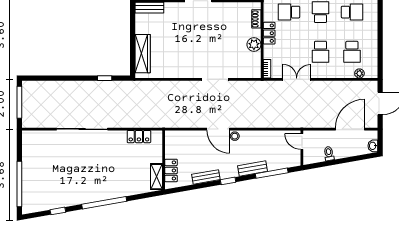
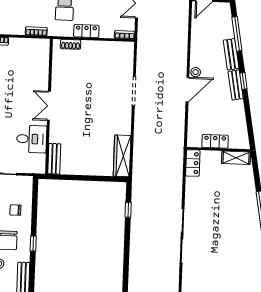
plant: (254, 45) -> (98, 48), removed
wardrobe: (143, 54) -> (122, 156), moved, turned -90
locker: (139, 137) -> (193, 163), moved
locker: (171, 170) -> (215, 141), moved
bench: (206, 177) -> (236, 85), moved

